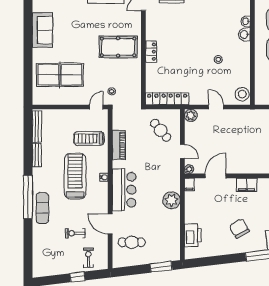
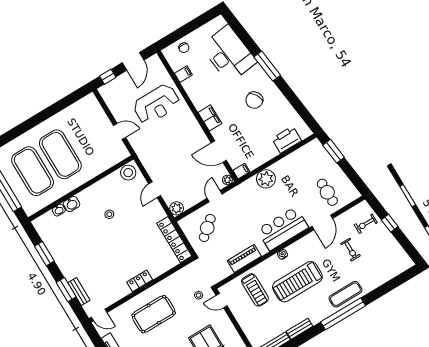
pool table: (118, 47) -> (154, 314), turned 90

